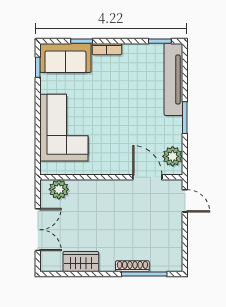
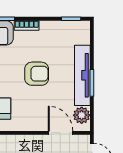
tv unit: (173, 79) -> (82, 75), moved
armchair: (119, 107) -> (37, 74), added

